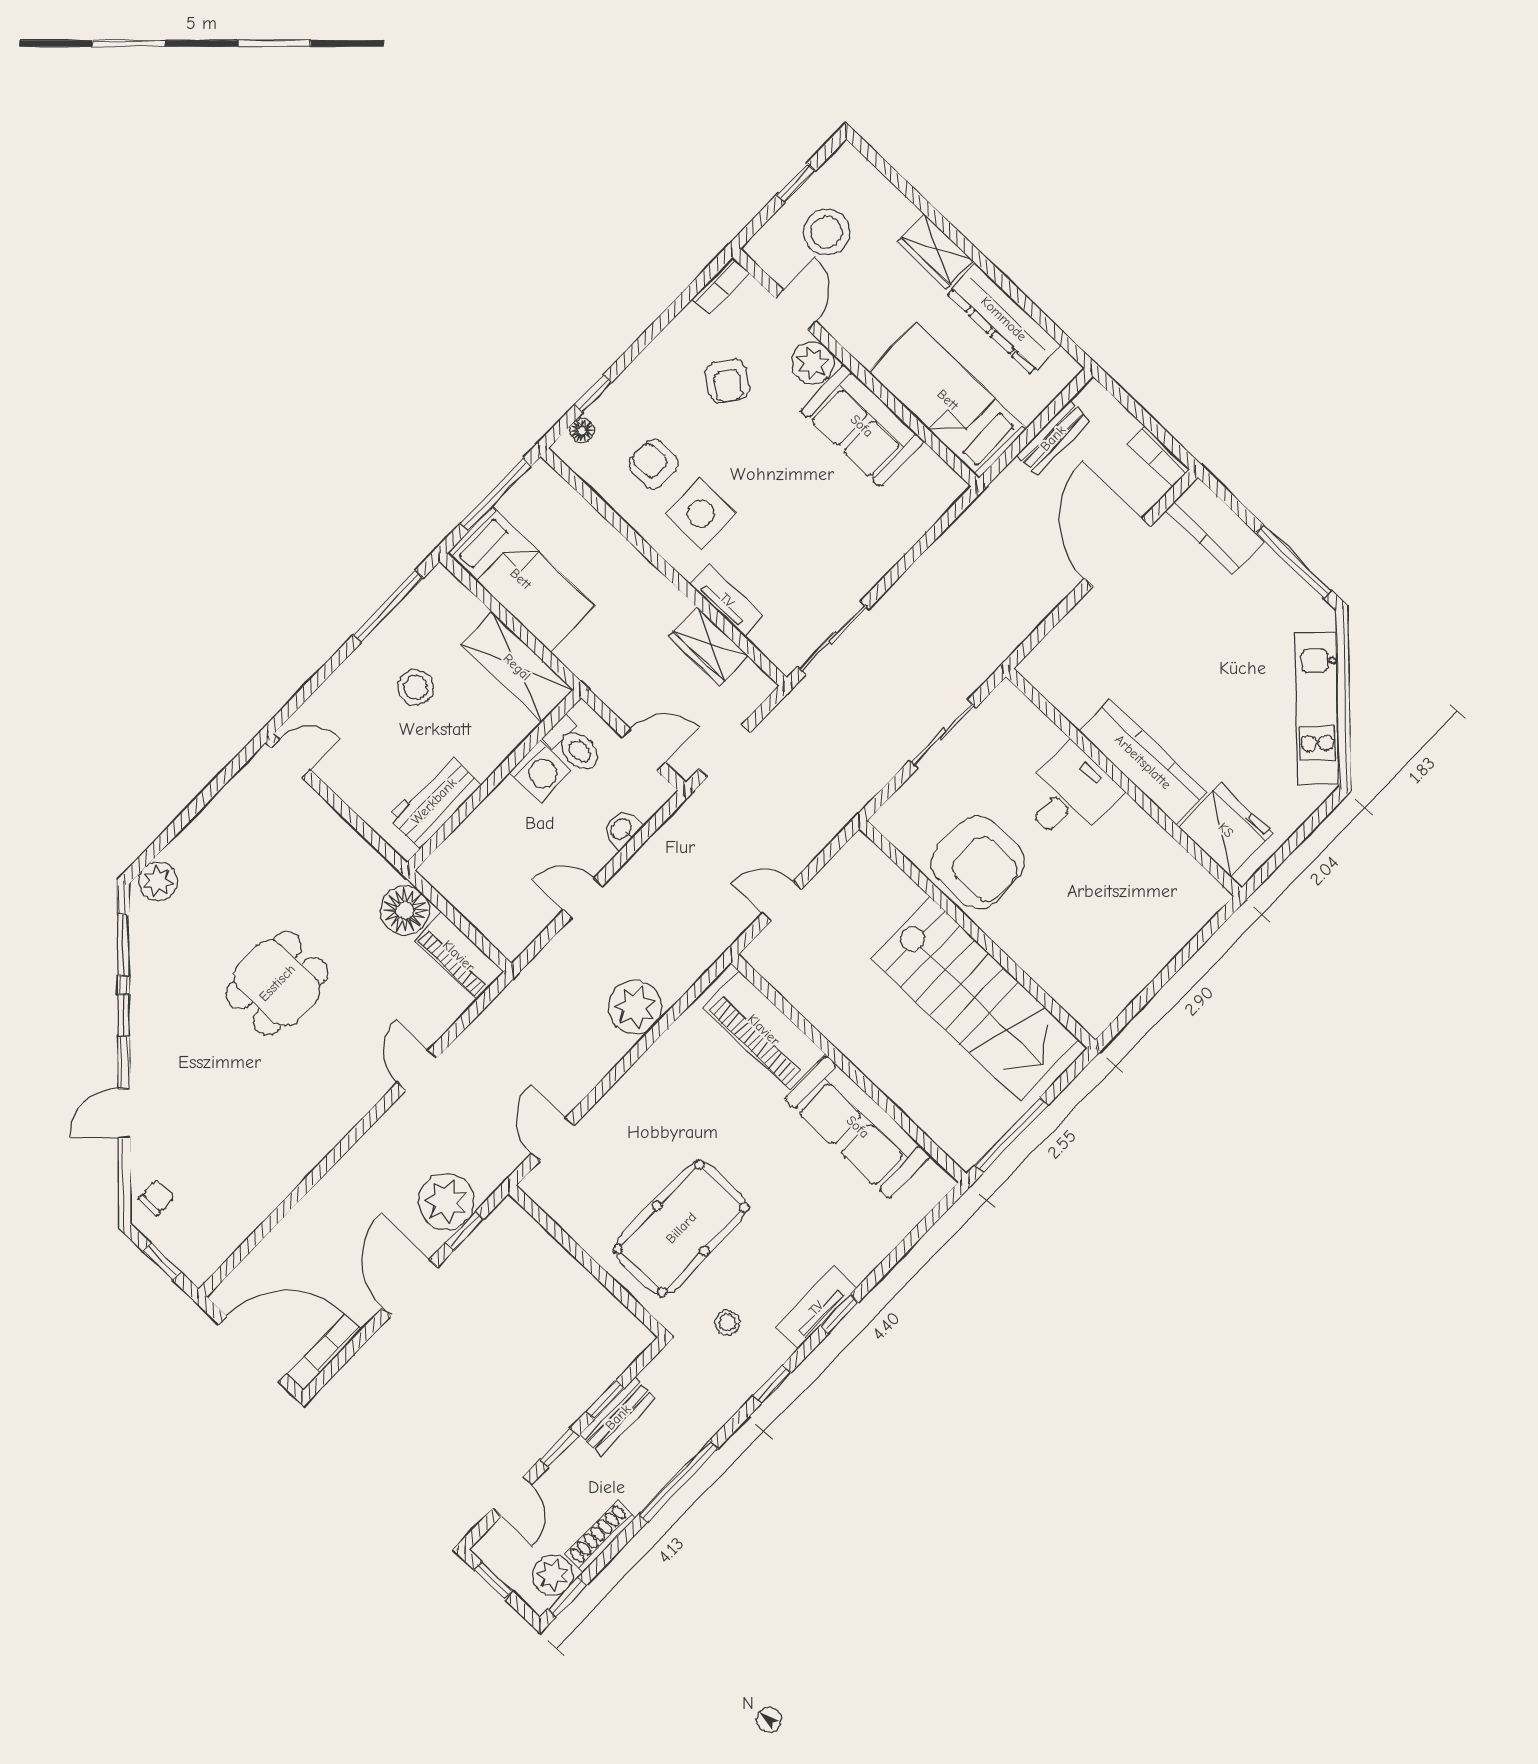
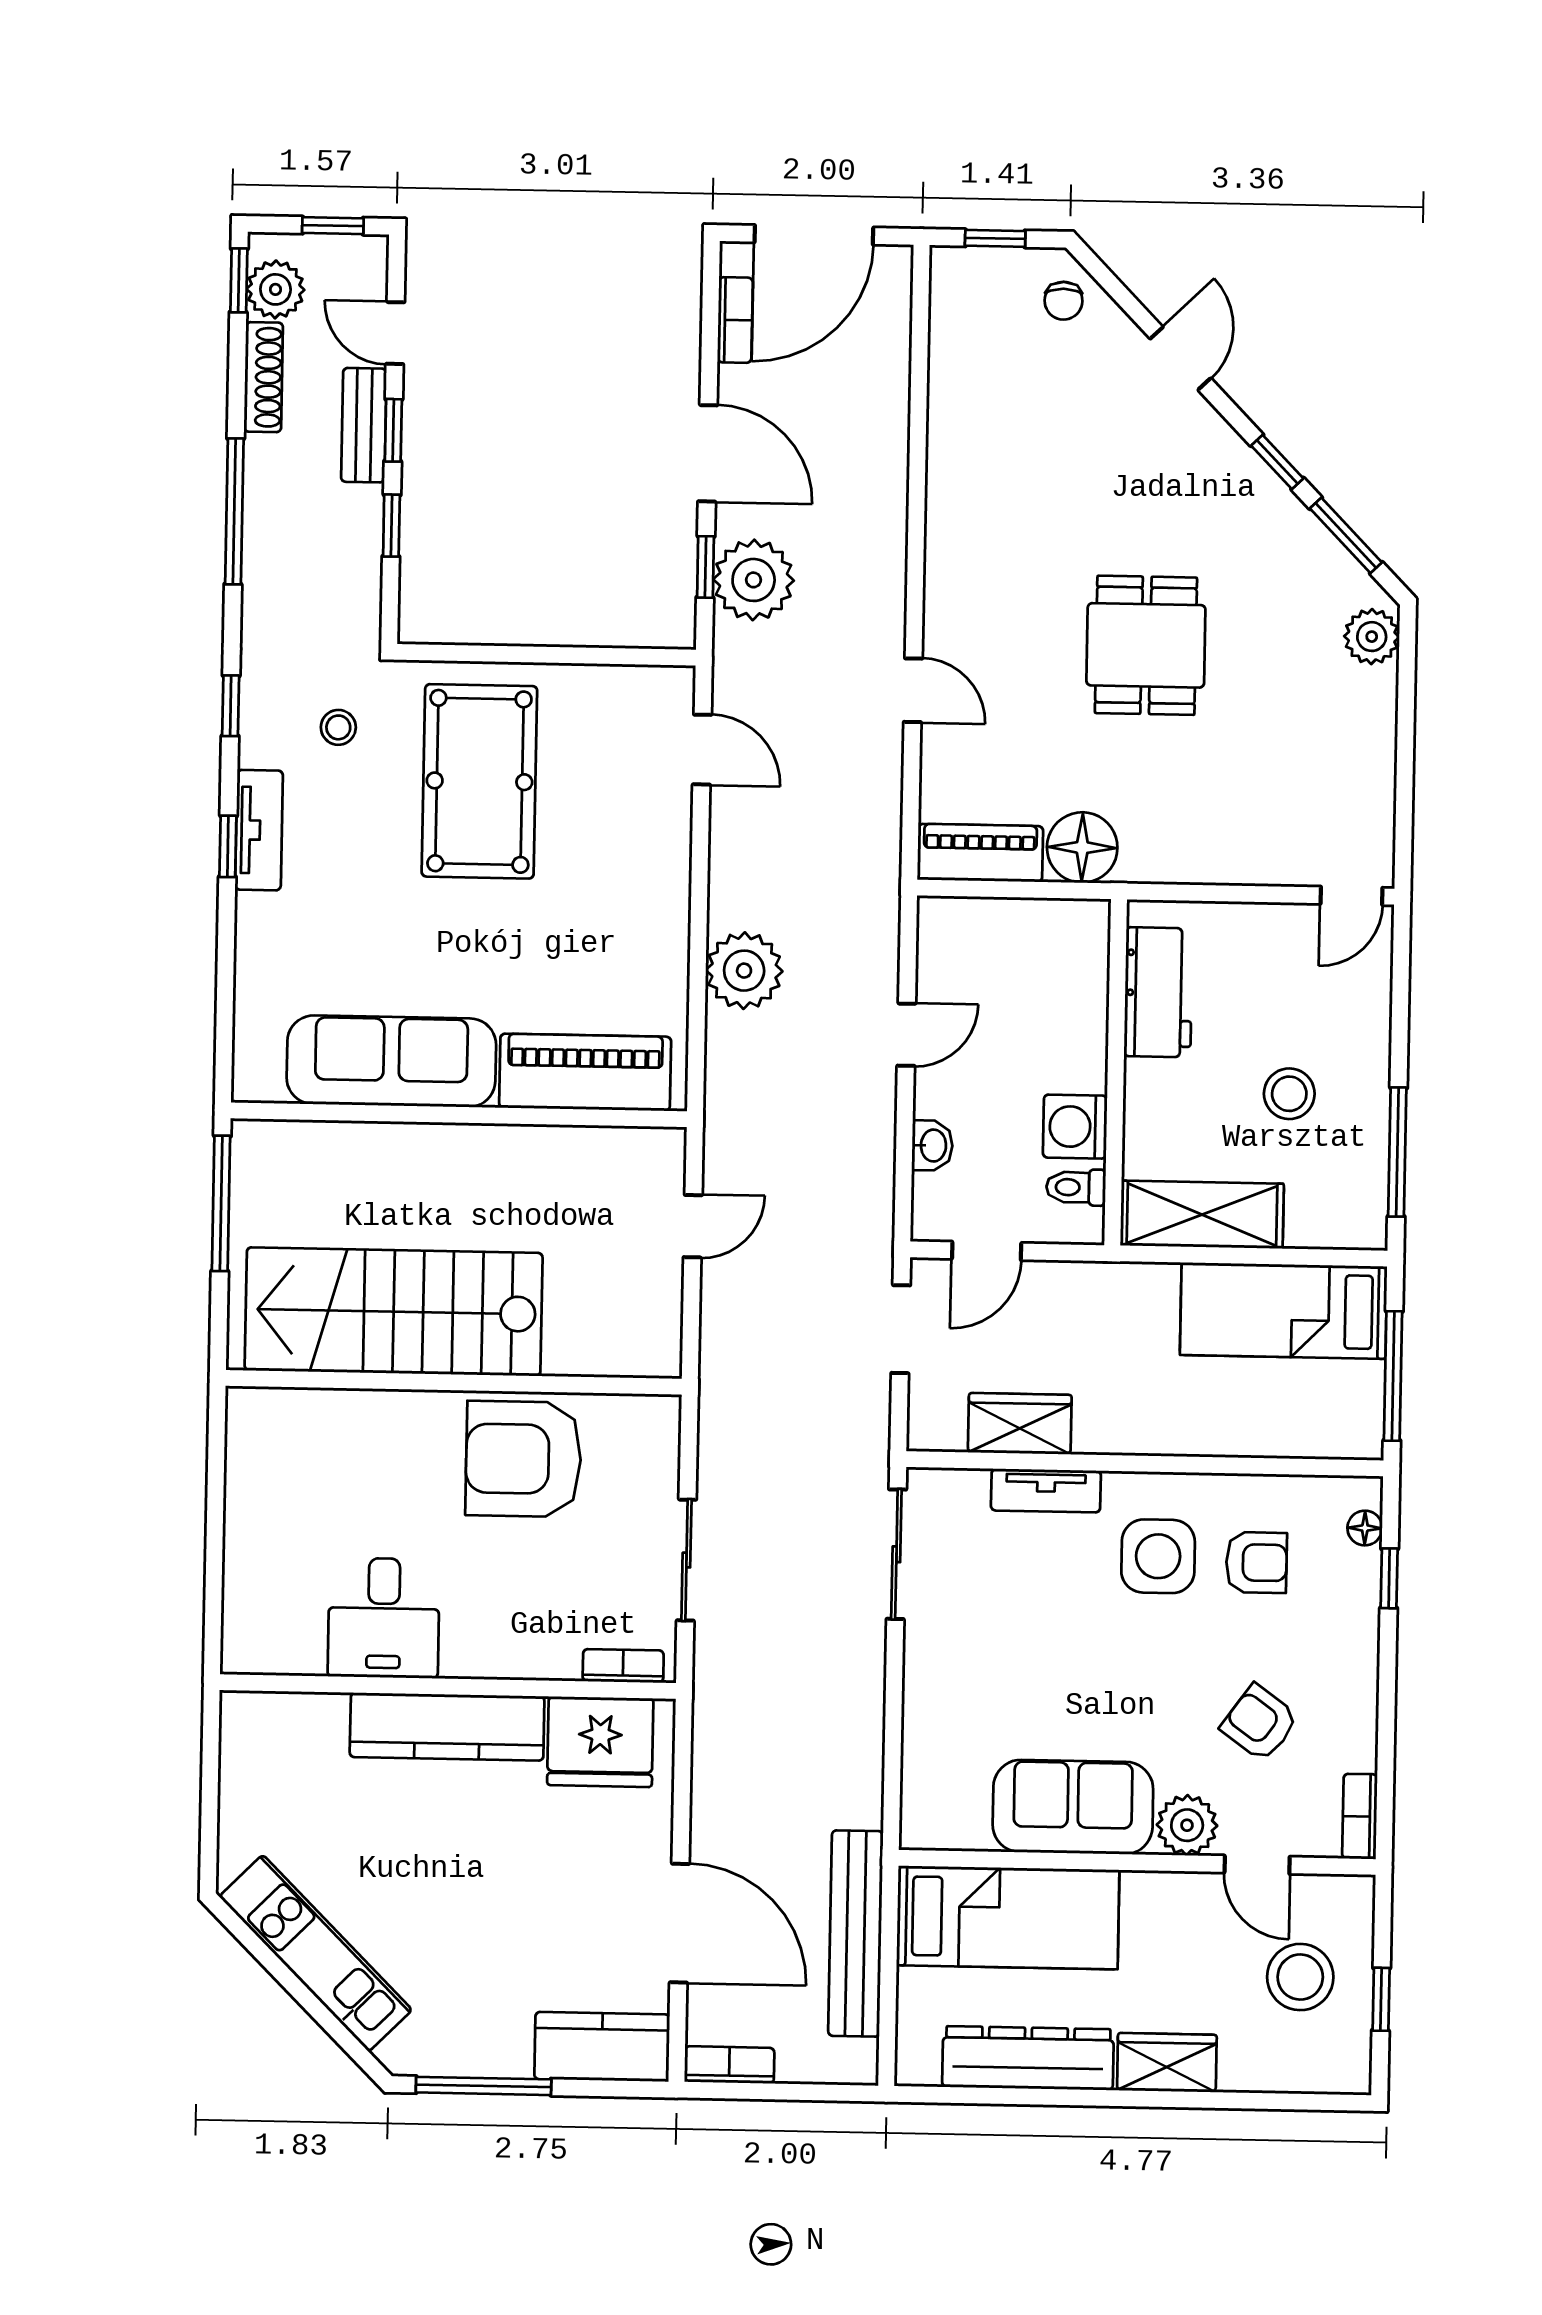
bench: (1053, 438) -> (856, 1934), width x1.86, depth x1.21
bookcase: (1025, 710) -> (623, 1666), added
toilet: (574, 746) -> (1076, 1187), width x0.73, depth x0.72
desk: (1070, 795) -> (384, 1618), moved
fridge: (1226, 830) -> (600, 1742), moved
bench: (618, 1417) -> (364, 425), moved

